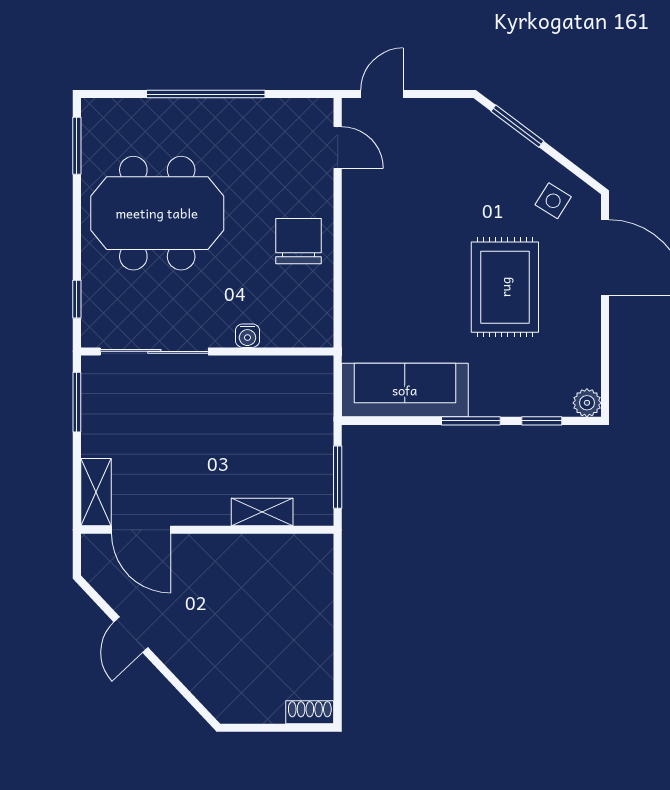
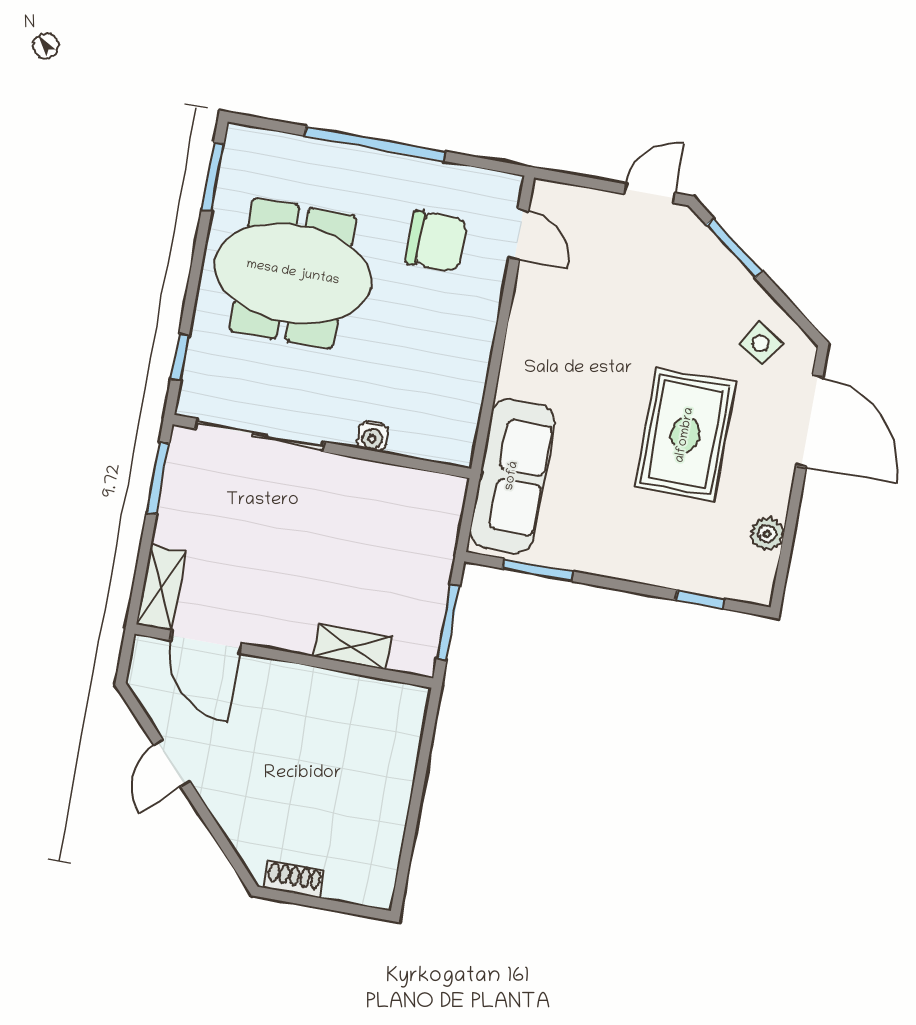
door: (382, 94) -> (650, 193), moved
chair: (298, 241) -> (436, 241), moved, turned 90
sofa: (405, 390) -> (512, 476), moved, turned 90
plant: (587, 403) -> (767, 534), moved
window: (471, 421) -> (538, 570), moved
shoe rack: (310, 712) -> (294, 879), moved

